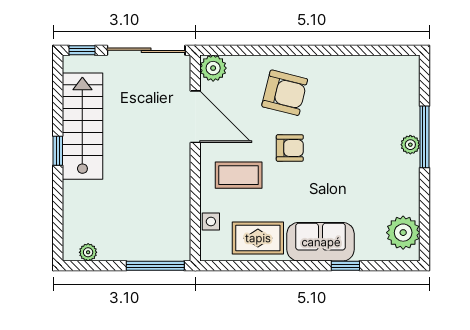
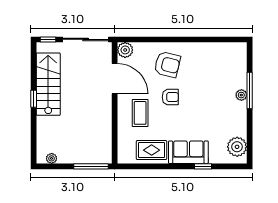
coffee table: (239, 175) -> (140, 113), turned 90
side table: (211, 221) -> (124, 140), removed

